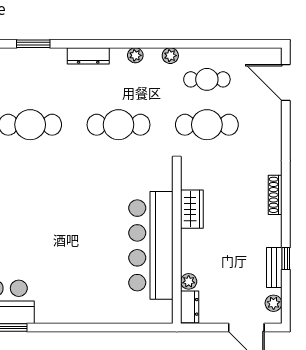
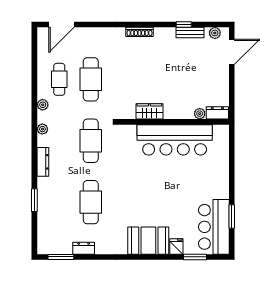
wardrobe: (192, 209) -> (149, 111), moved
wall: (177, 244) -> (174, 122), moved
bar counter: (151, 245) -> (175, 140), moved
plant: (189, 281) -> (200, 114), moved
dresser: (190, 307) -> (217, 113), moved

